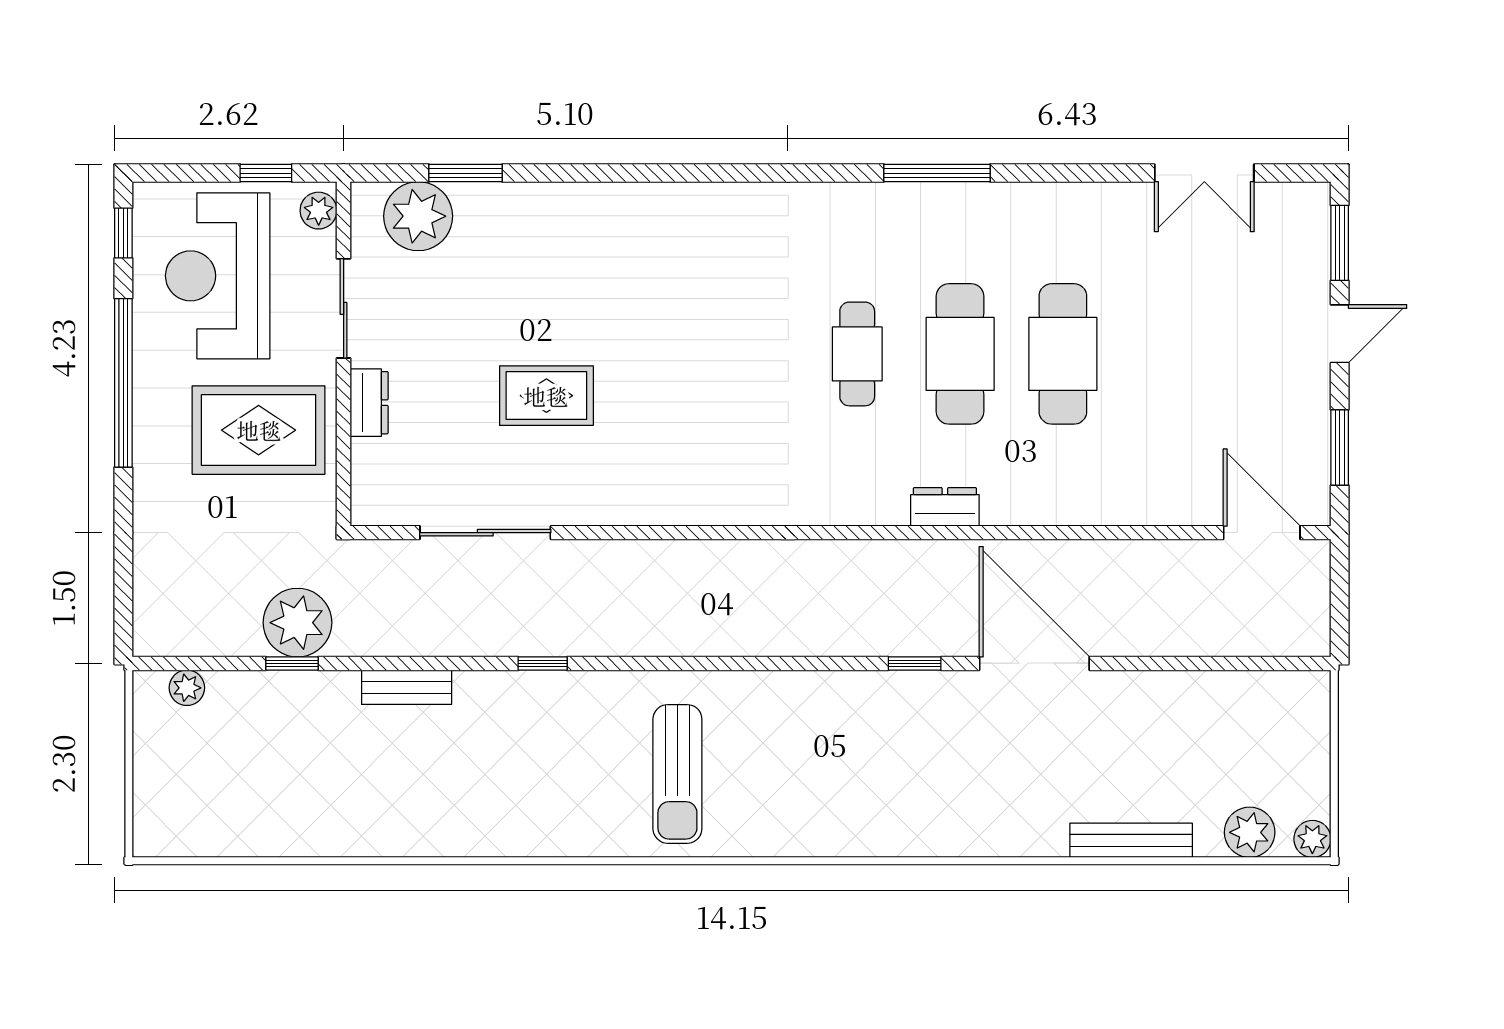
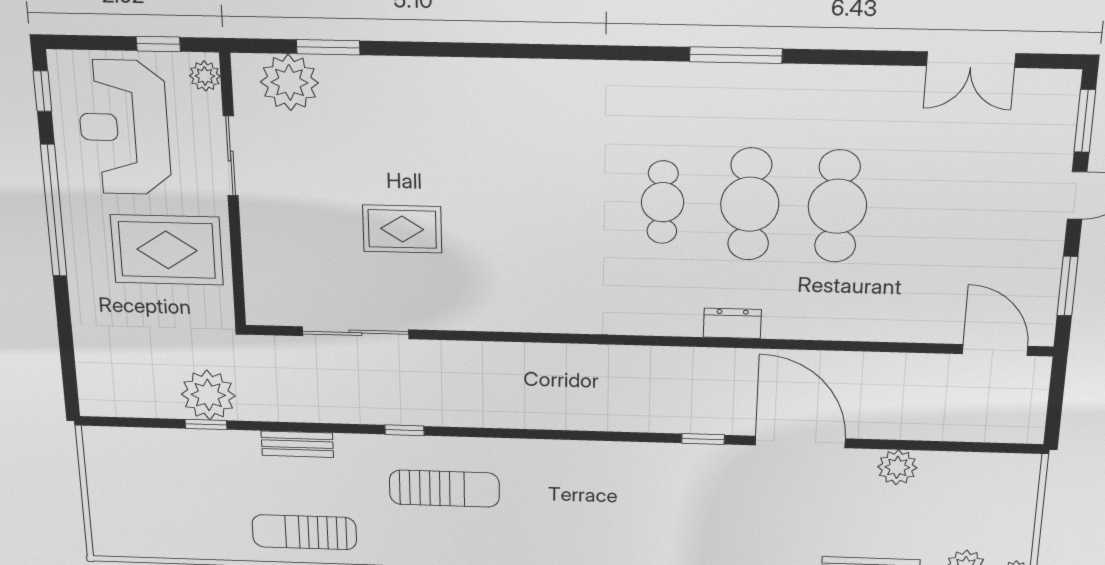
dresser: (369, 403) -> (256, 231), removed
plant: (187, 688) -> (897, 467), moved, width x1.38, depth x1.38
sun lounger: (677, 774) -> (444, 489), moved, turned -90
sun lounger: (410, 812) -> (304, 532), added

